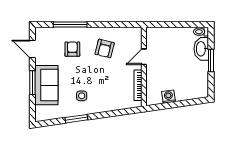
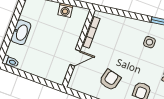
washbasin: (201, 49) -> (21, 32), moved
window: (211, 61) -> (11, 30), removed

